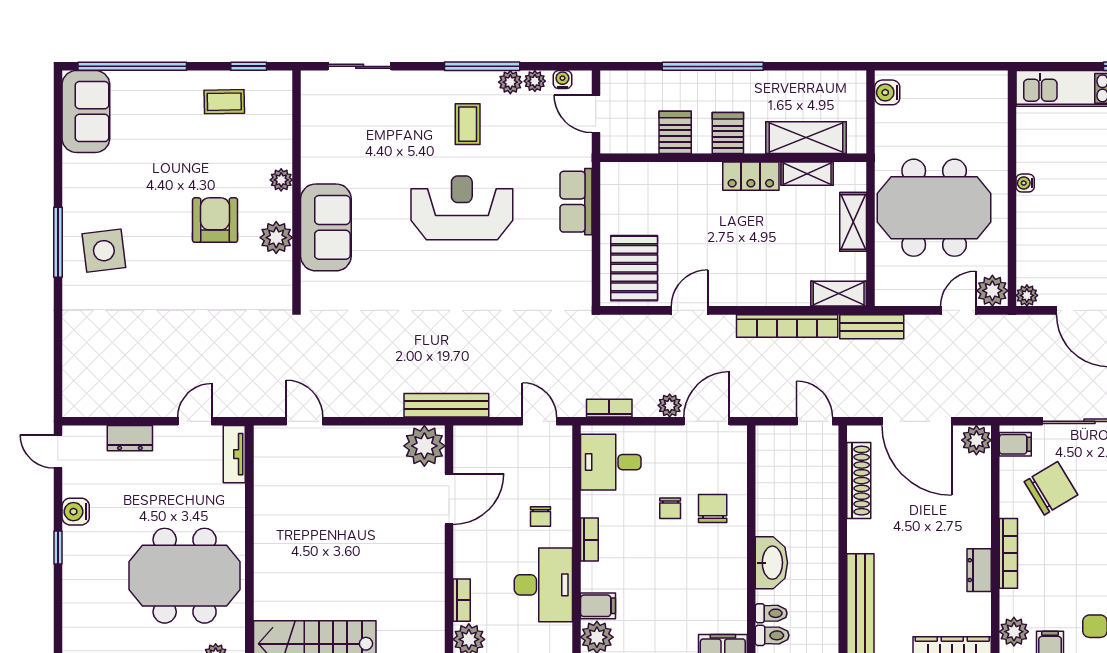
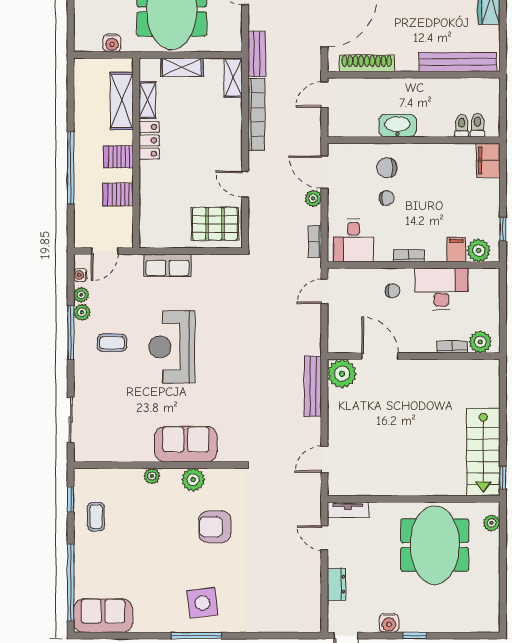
water cooler: (887, 92) -> (112, 43), moved
armchair: (215, 220) -> (215, 527), moved
bench: (446, 405) -> (313, 386), moved
washbasin: (771, 563) -> (397, 126), moved

